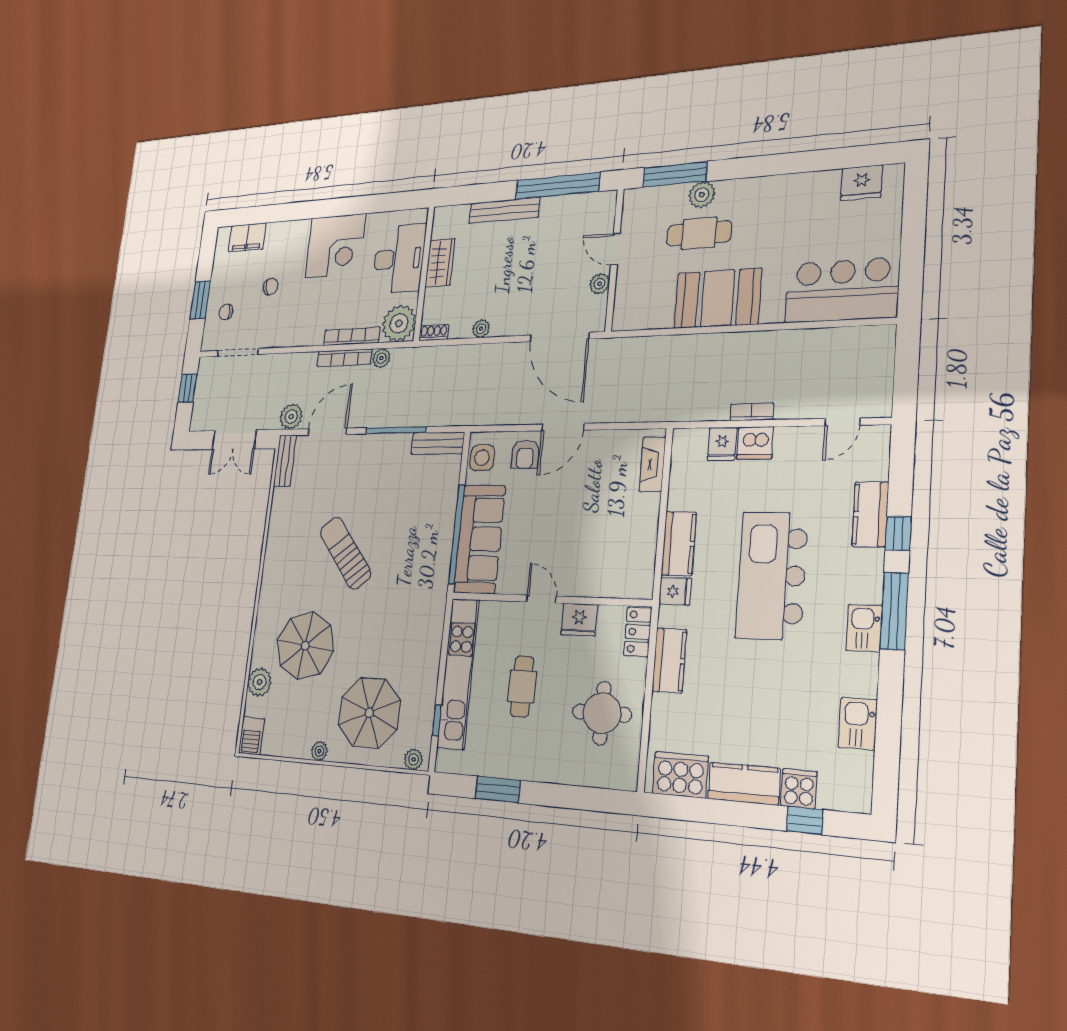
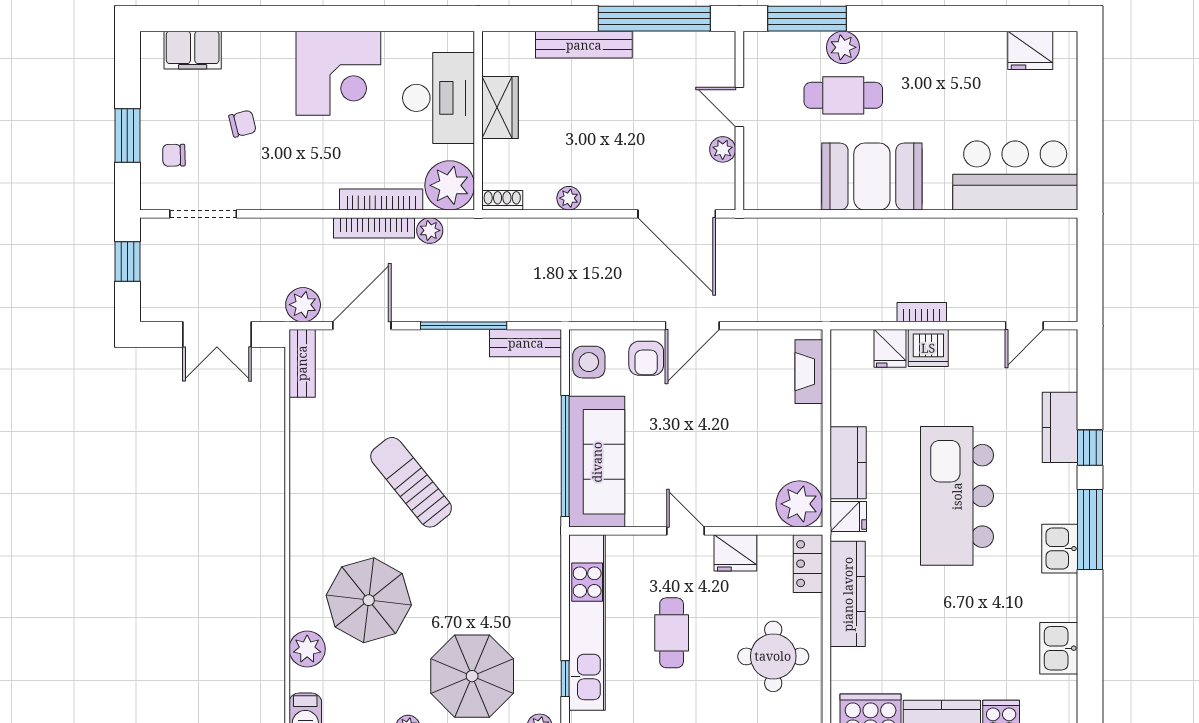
plant: (635, 579) -> (799, 504), added
kitchen counter: (669, 661) -> (848, 594), width x1.50

